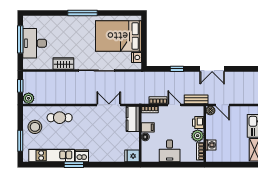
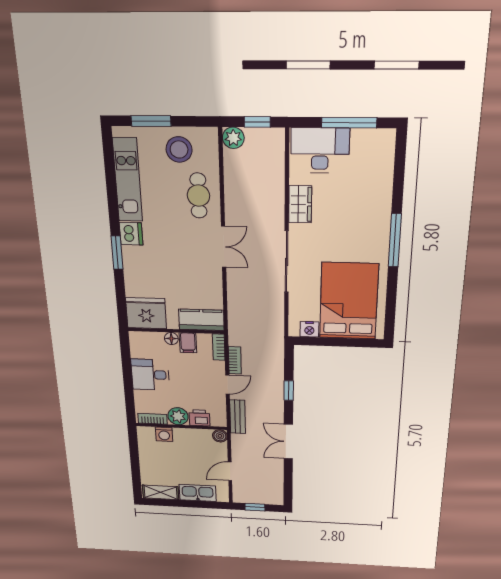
desk: (35, 43) -> (320, 151), moved
double door: (109, 105) -> (224, 247), moved
door: (223, 105) -> (230, 471), moved
fridge: (132, 156) -> (146, 313), width x1.88, depth x1.34
window: (74, 165) -> (117, 253), moved

